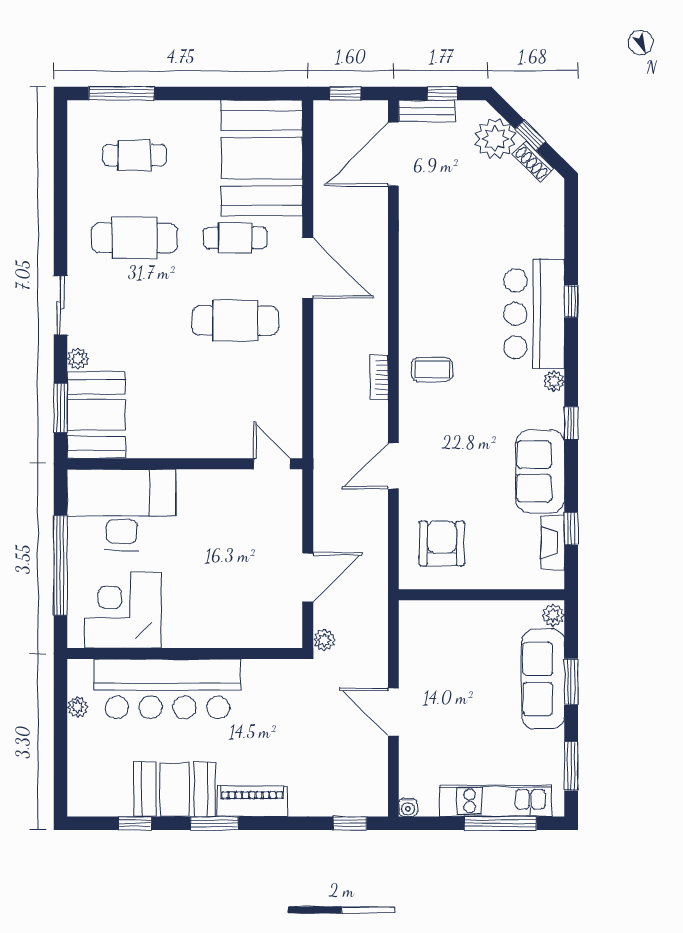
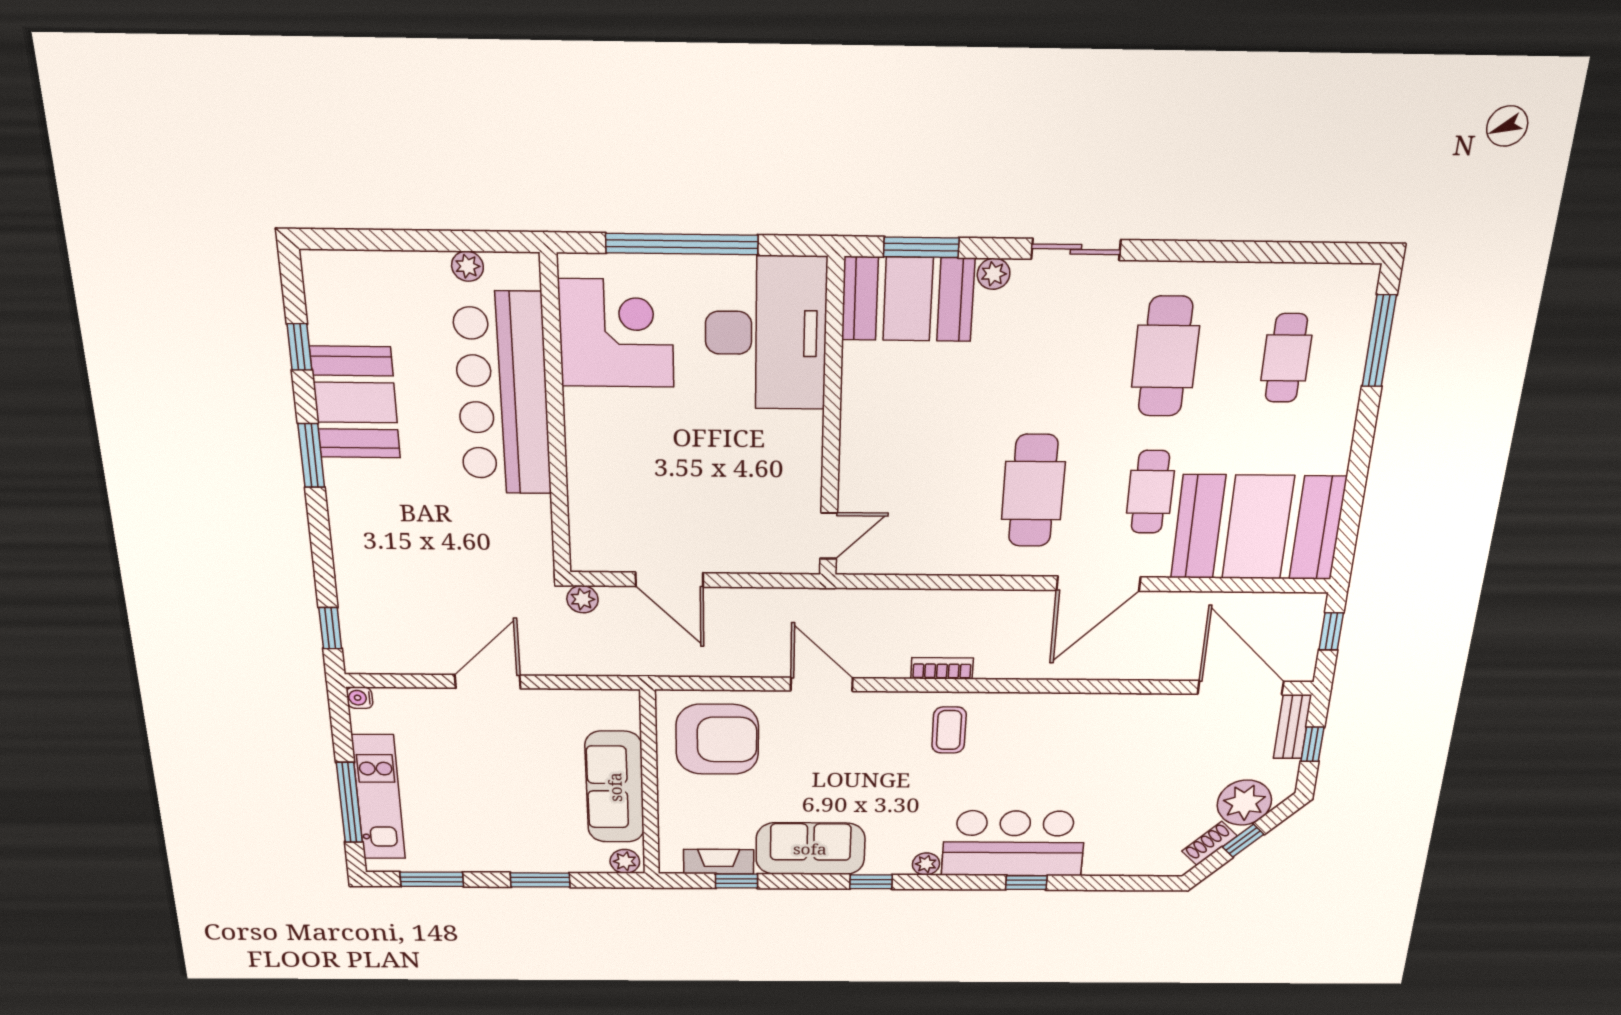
armchair: (442, 543) -> (717, 739), width x1.36, depth x1.36
sofa: (543, 679) -> (615, 787), moved, turned -90
piano: (252, 801) -> (349, 506), removed

